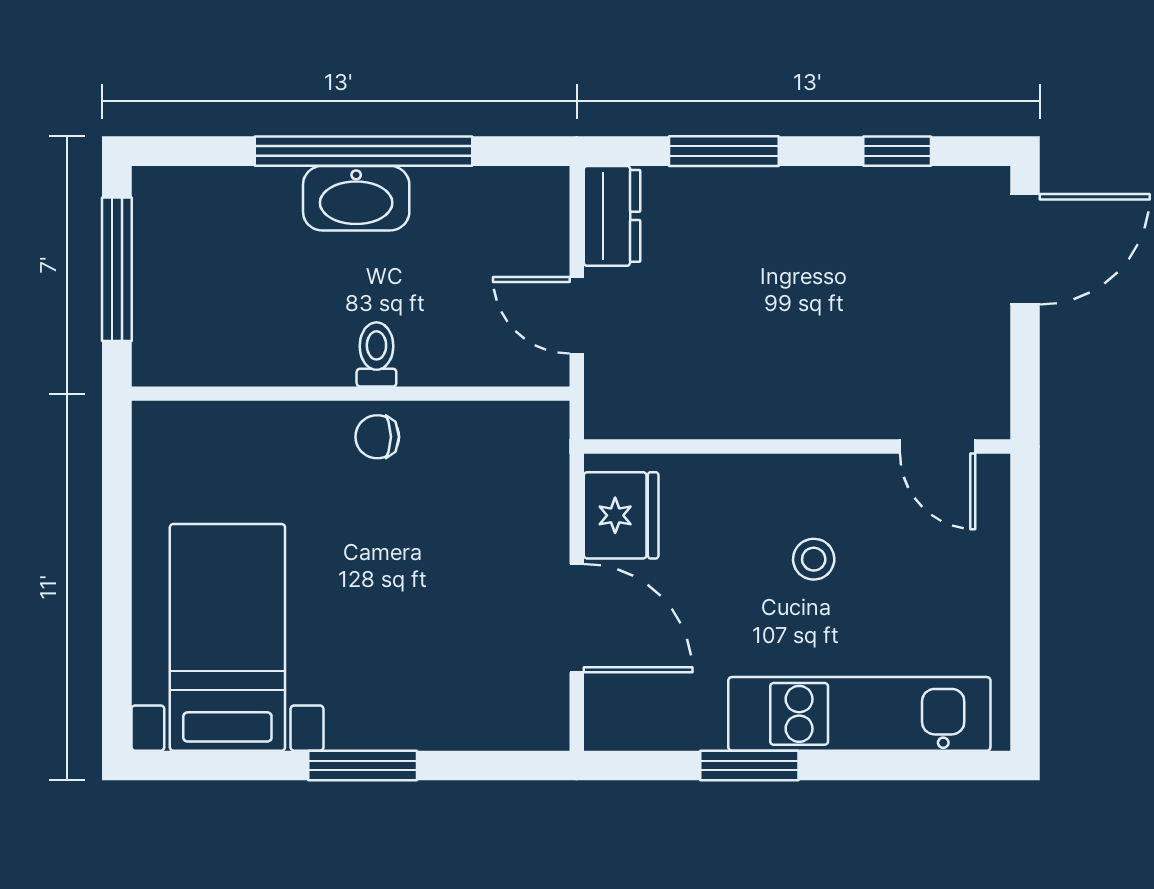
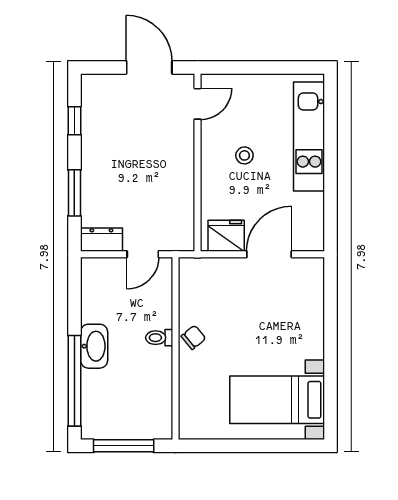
window: (363, 151) -> (74, 381), moved
door: (1025, 249) -> (149, 67), moved
chair: (377, 437) -> (193, 337), turned -129
window: (363, 765) -> (330, 343), removed
window: (749, 765) -> (330, 182), removed

